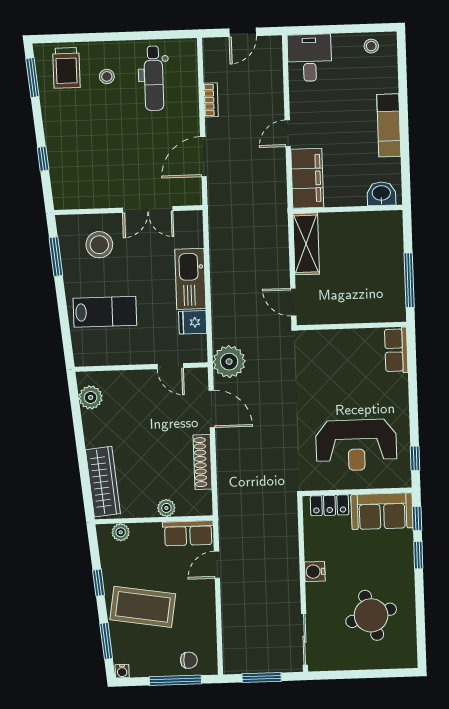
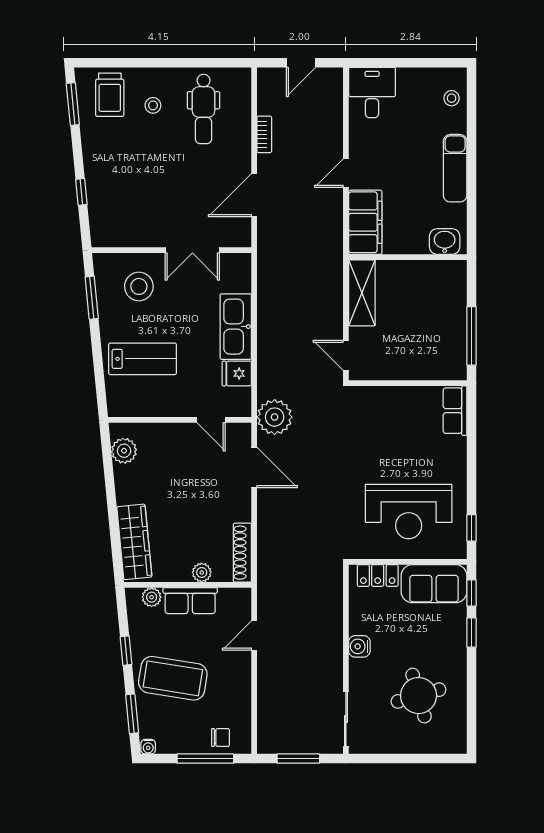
stool: (371, 46) -> (452, 98), moved
shoe rack: (203, 462) -> (242, 553), moved
row of seats: (188, 533) -> (190, 601), moved

